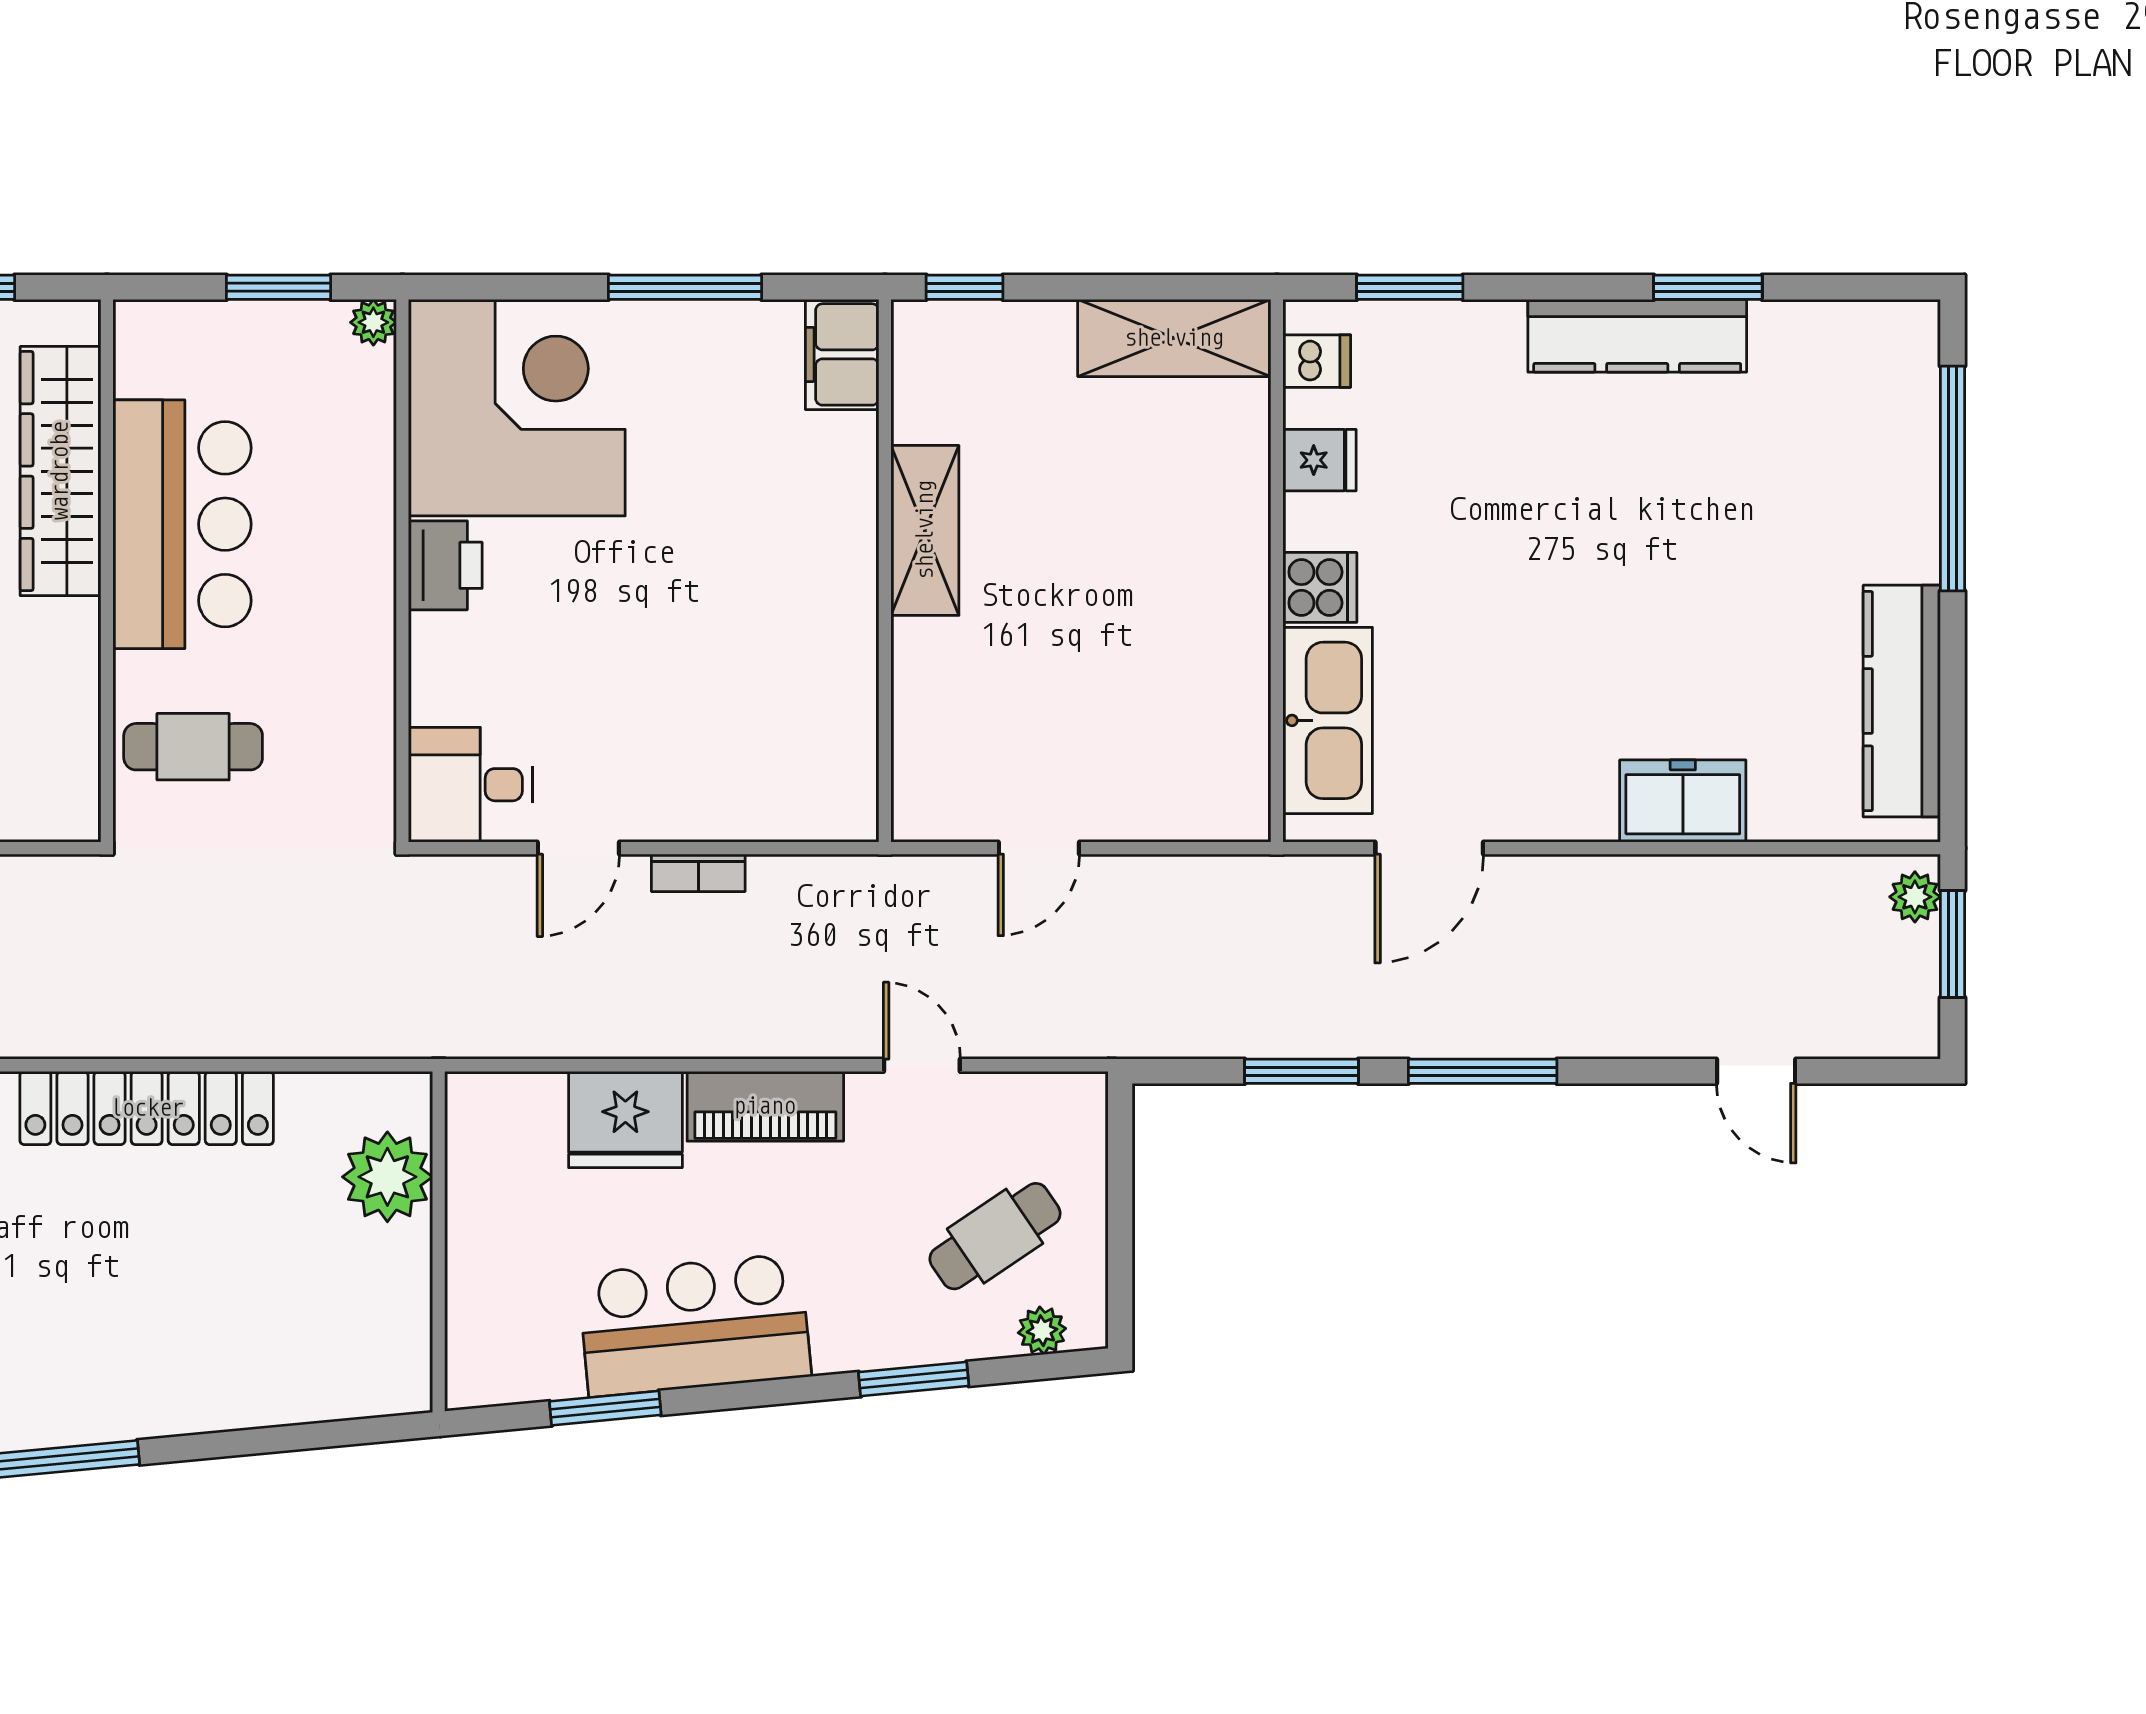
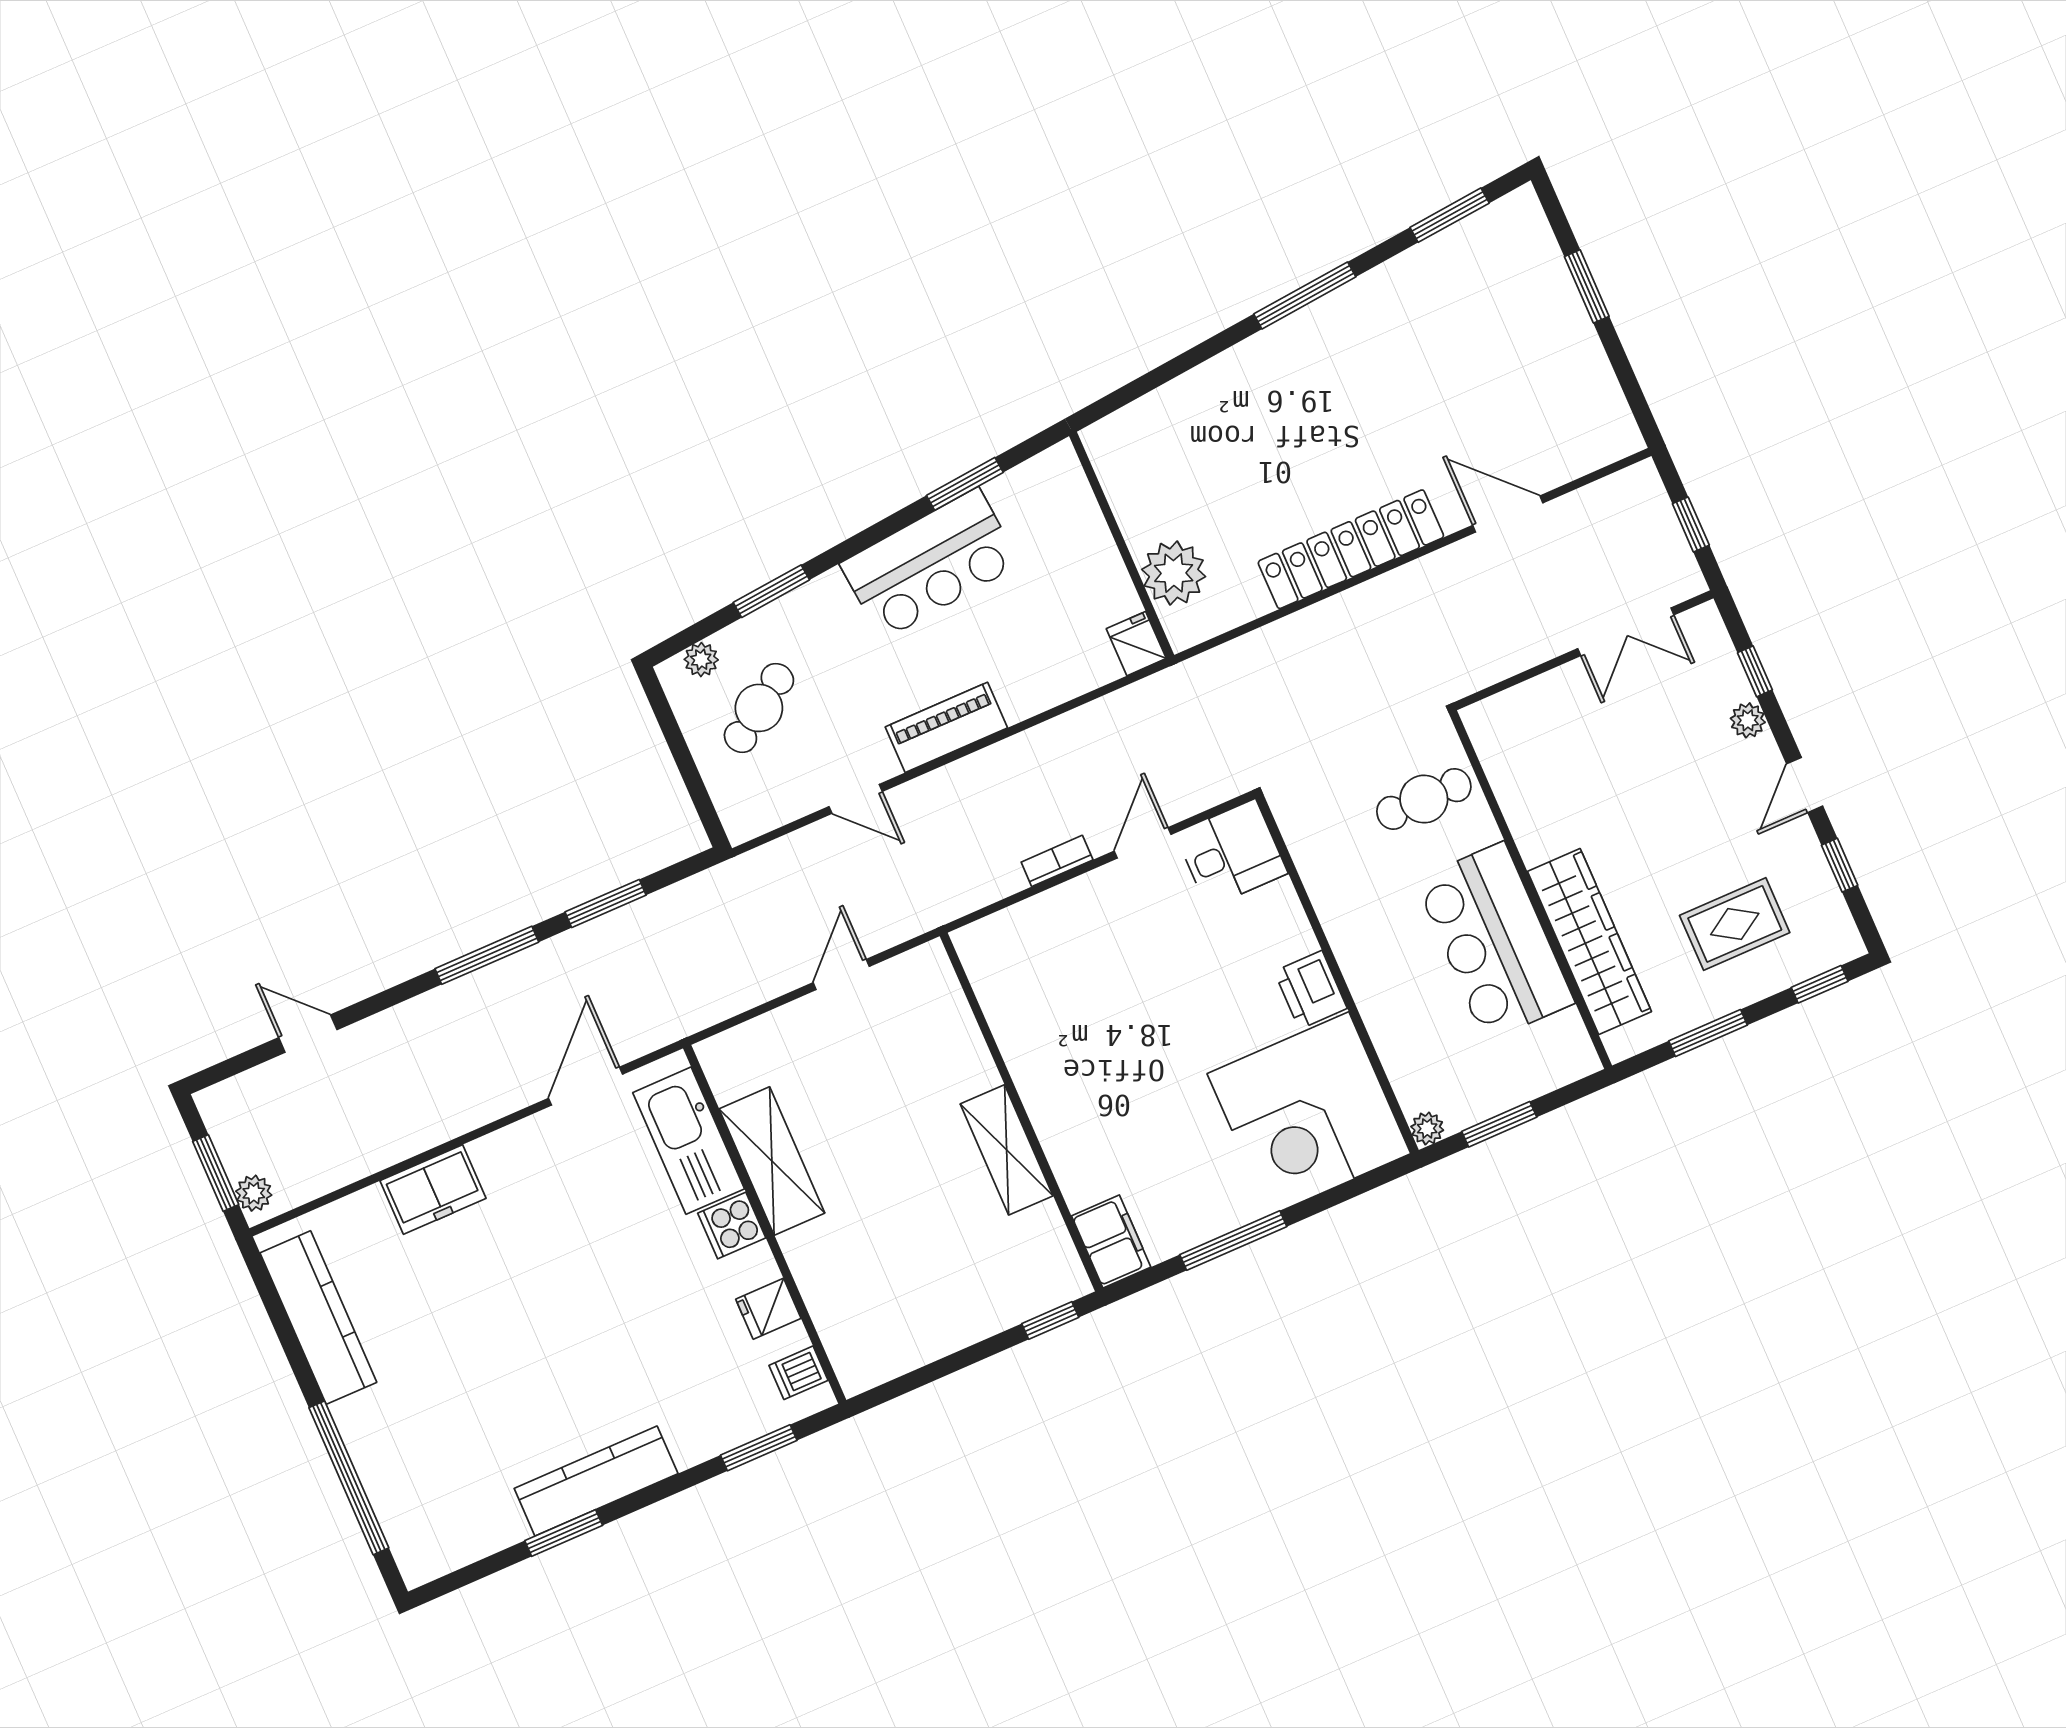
shelving: (1174, 338) -> (772, 1161), moved, turned 90
fridge: (625, 1119) -> (1136, 644), moved, width x0.53, depth x0.75

